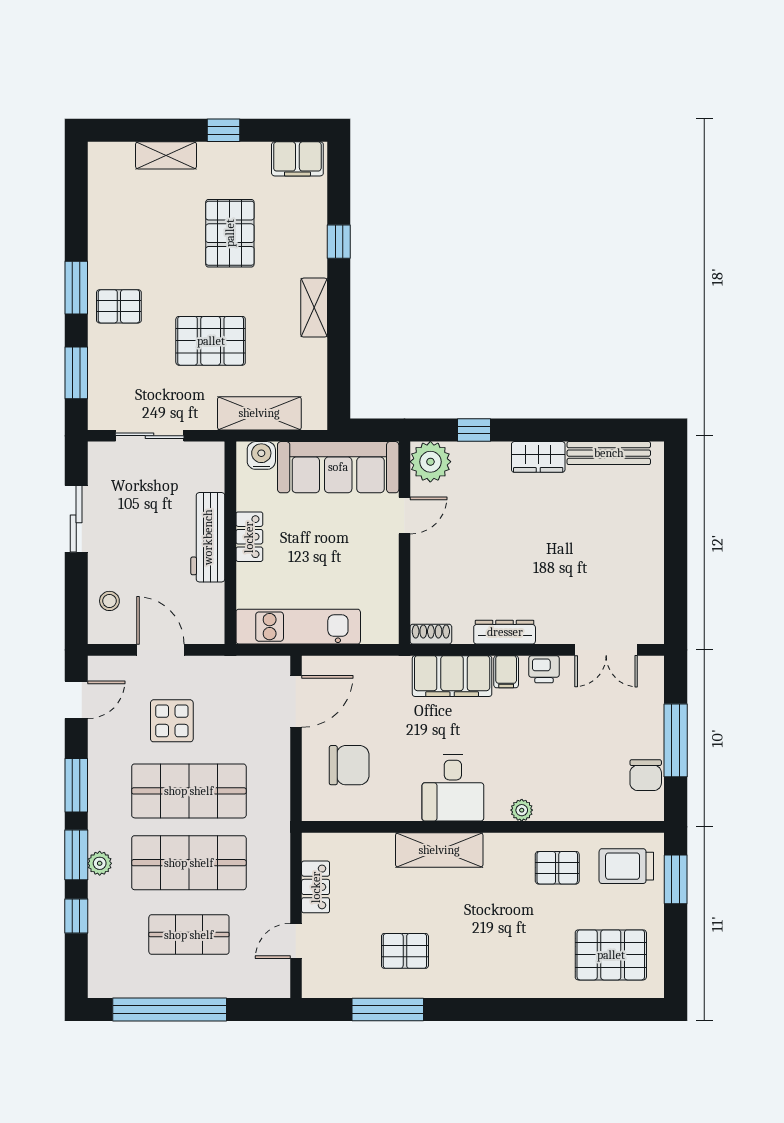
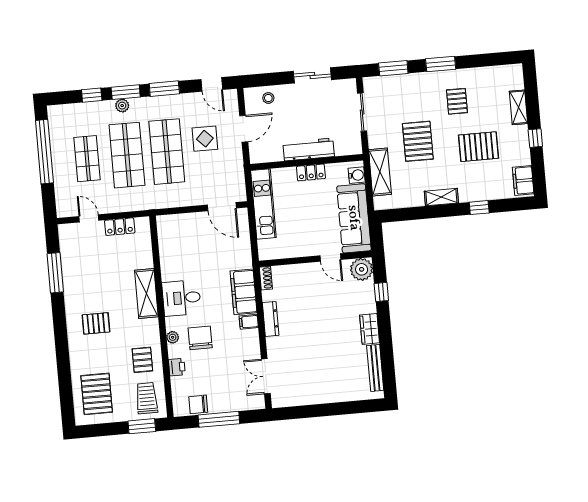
pallet: (119, 306) -> (457, 101), moved
printer: (544, 669) -> (177, 367), moved, turned 180
chair: (349, 765) -> (200, 338), moved, turned 180
pallet: (405, 951) -> (96, 323), moved, turned 90

